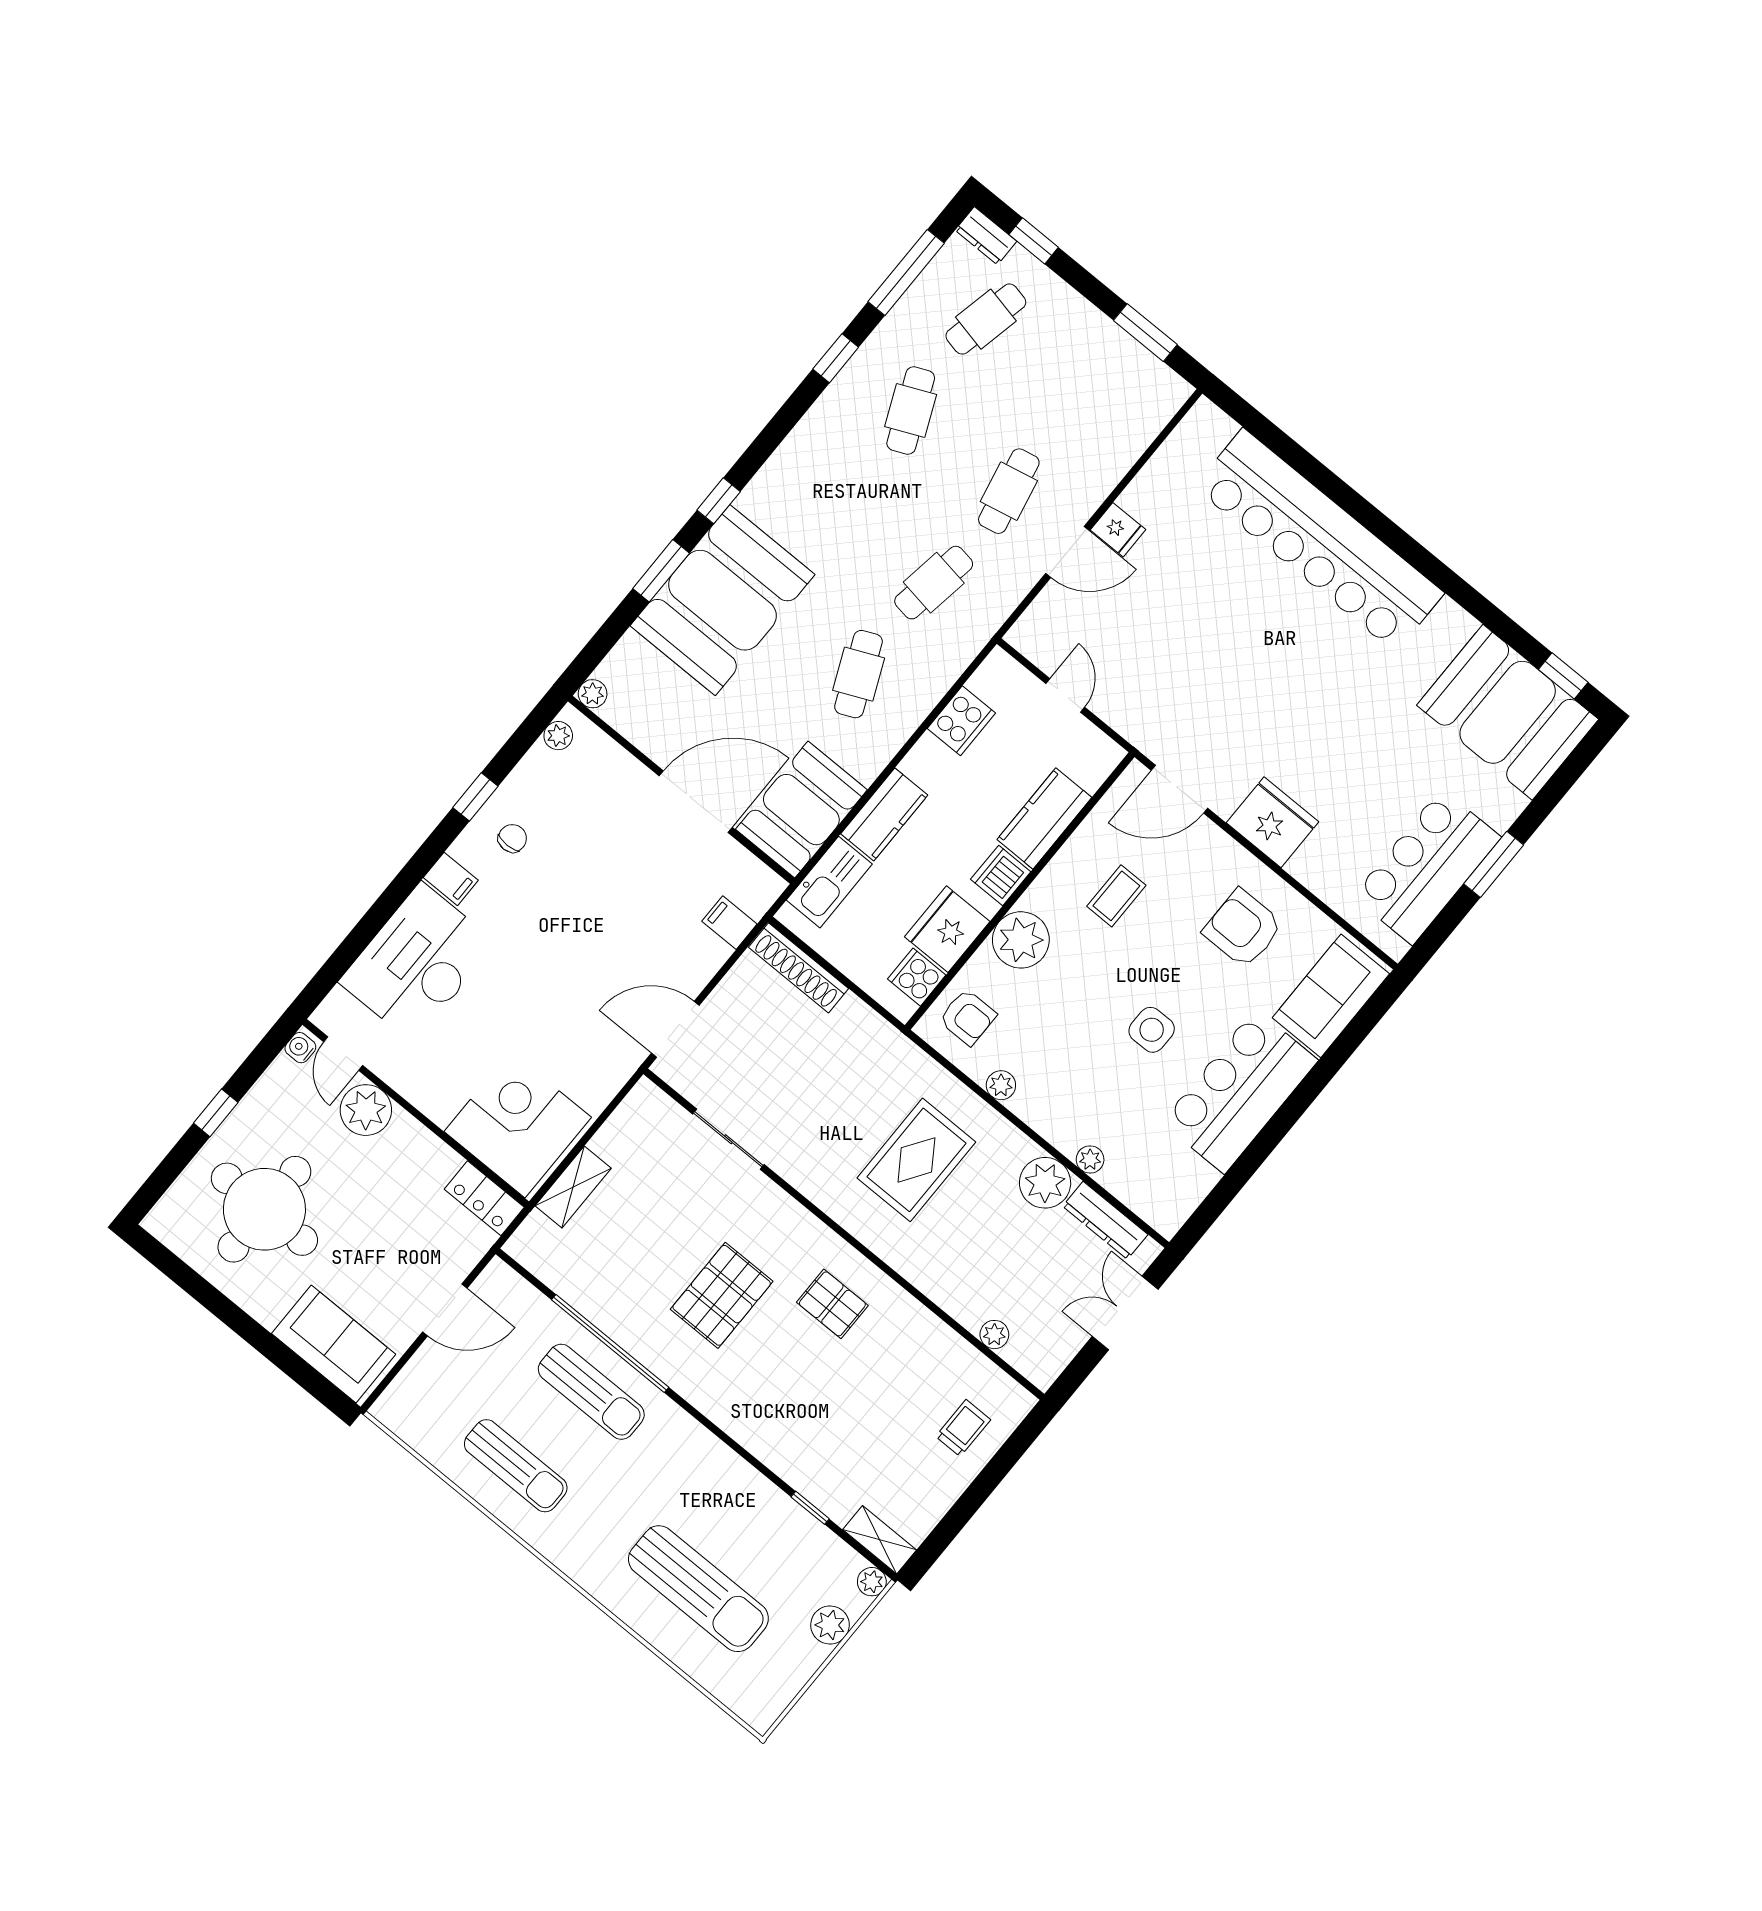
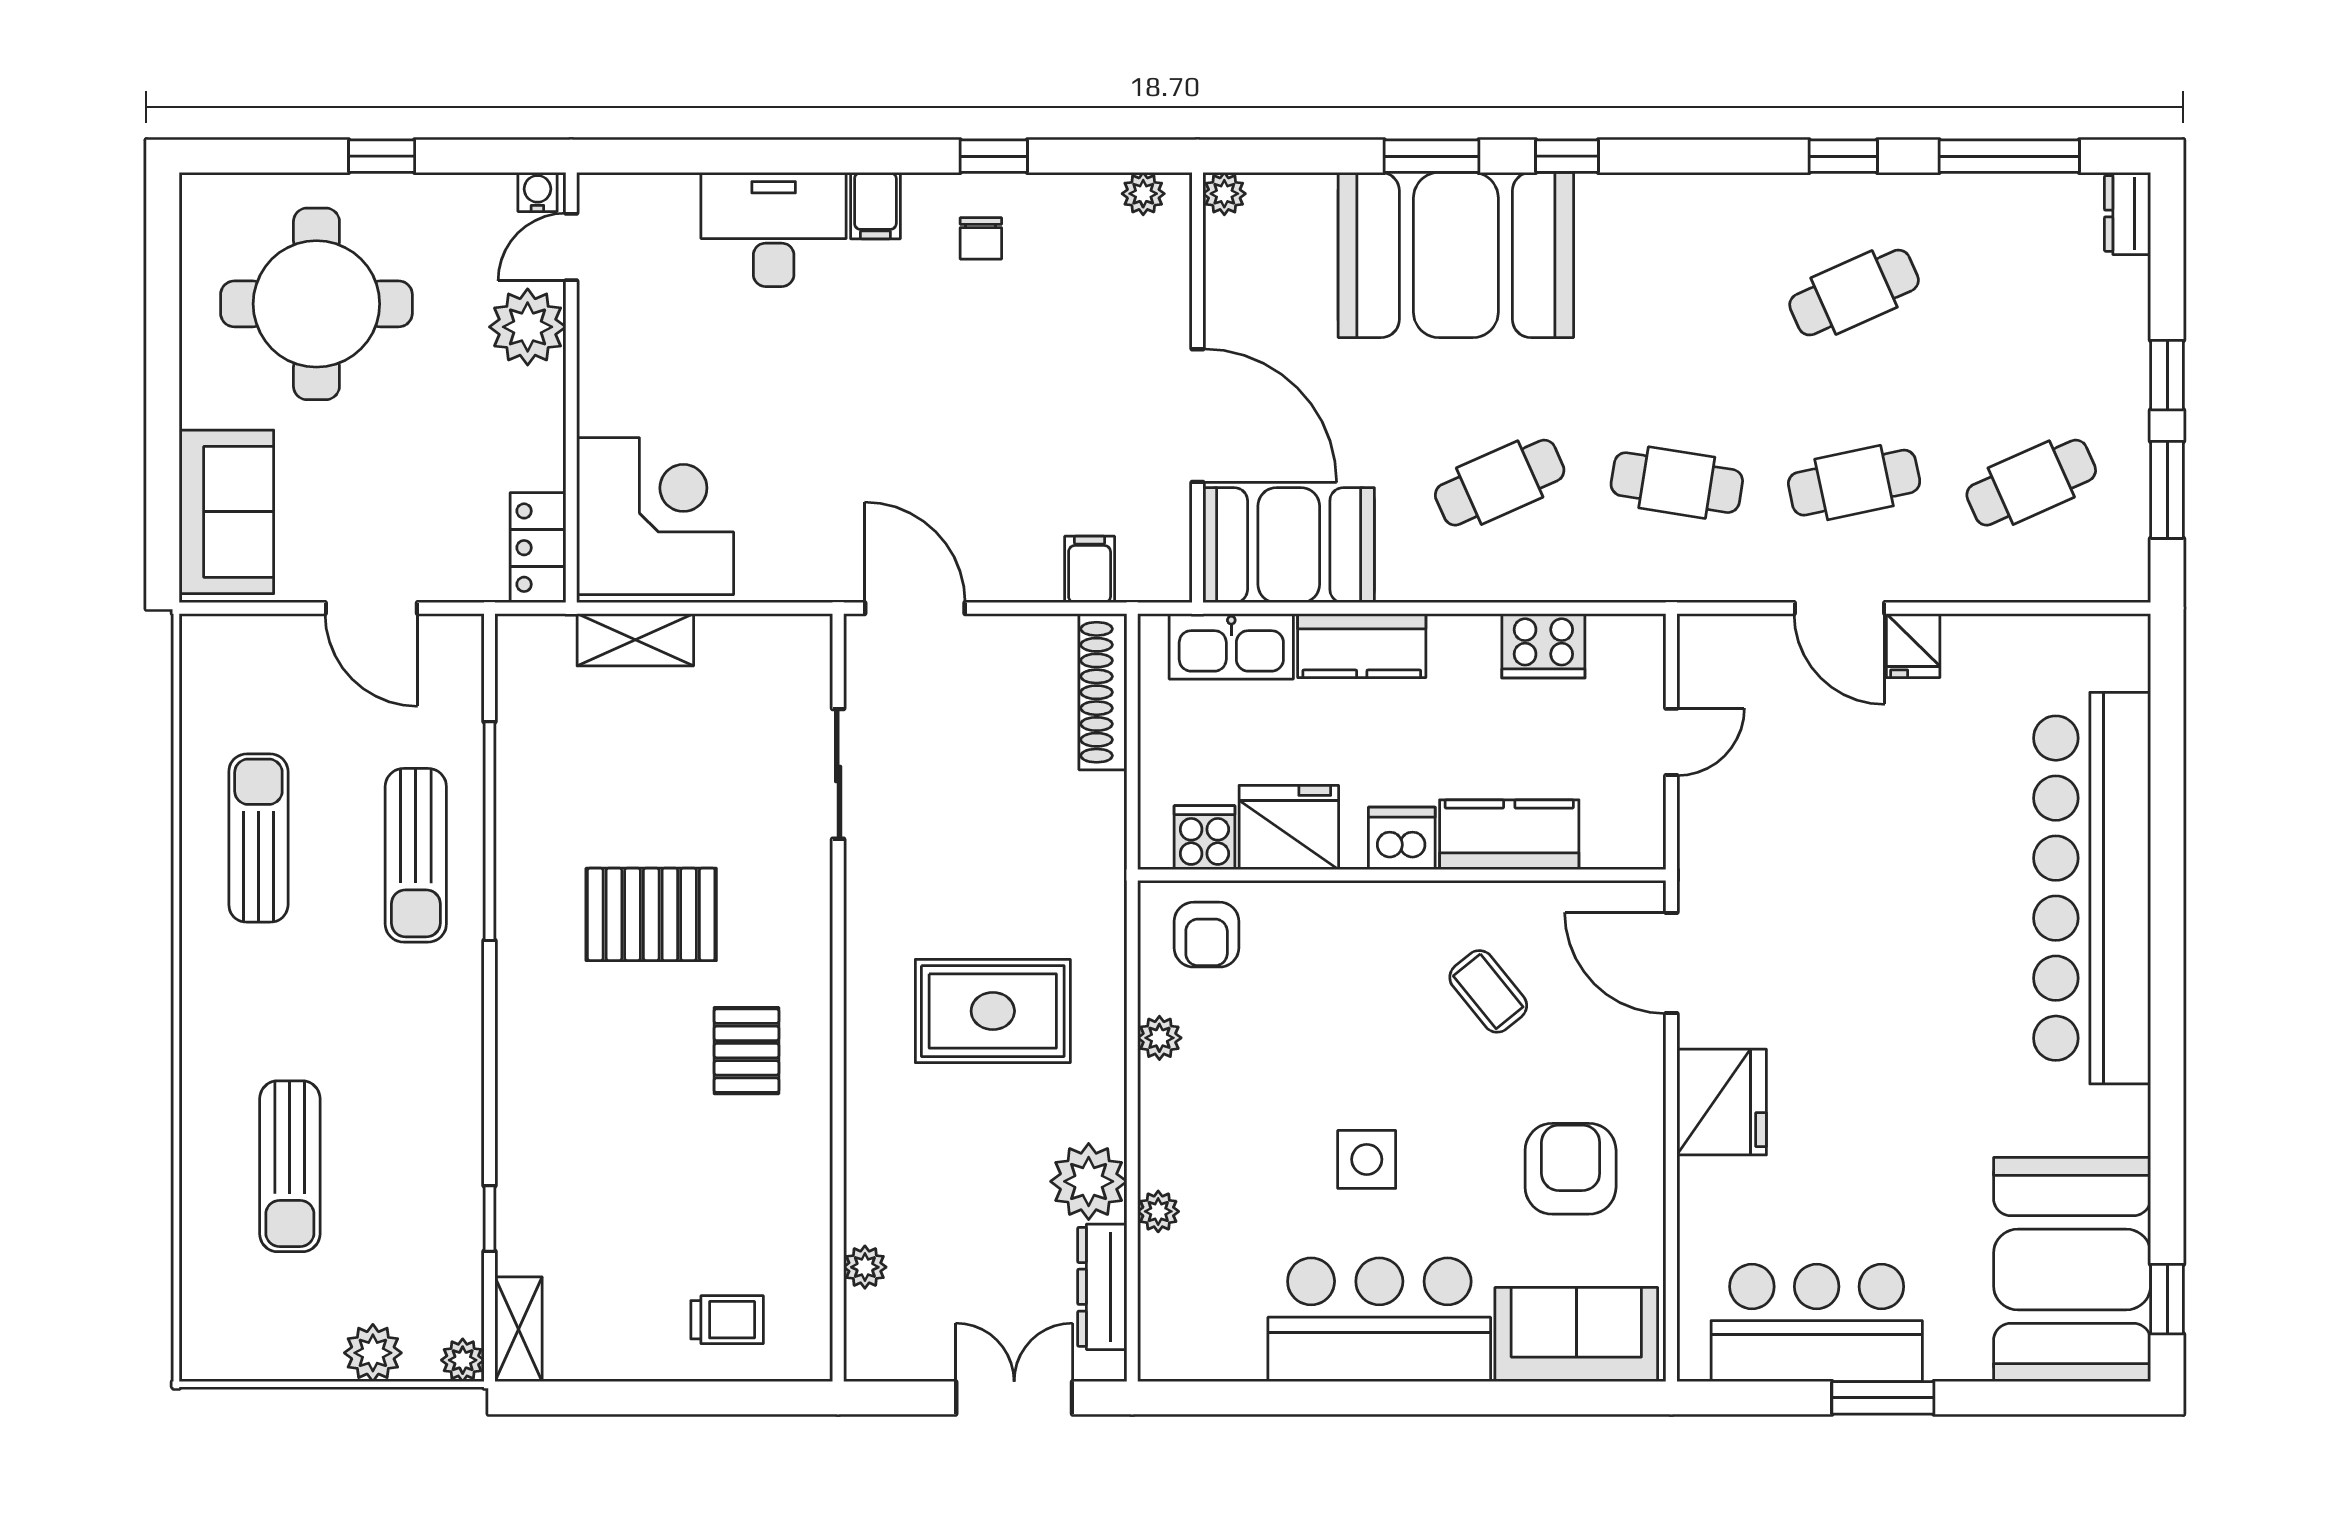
window: (1034, 241) -> (2167, 375), moved
cafe table: (986, 319) -> (2031, 483), moved, turned -36
chair: (512, 838) -> (981, 238), turned 90
coffee table: (1116, 896) -> (1488, 991), turned 51
plant: (1021, 940) -> (1346, 923), removed
desk: (418, 963) -> (774, 229), width x0.73, depth x0.77
sun lounger: (516, 1466) -> (258, 838), turned 180
sun lounger: (698, 1589) -> (290, 1166), width x0.73, depth x0.75

